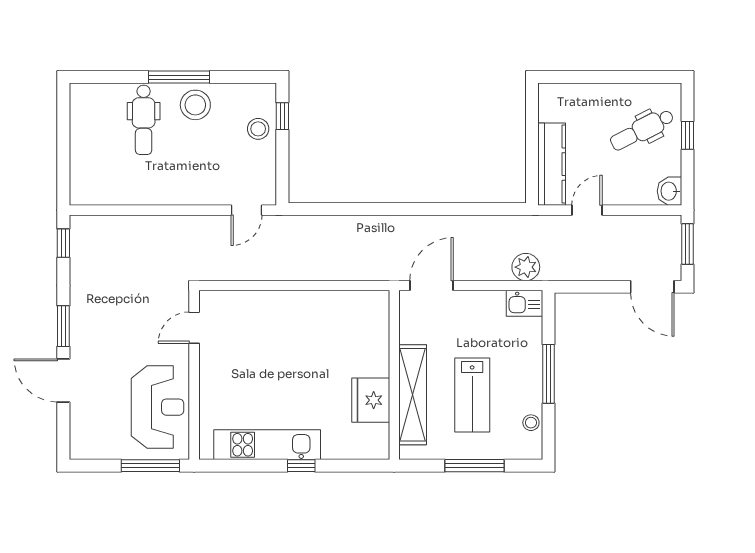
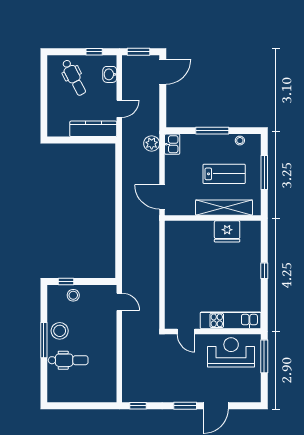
window: (687, 135) -> (94, 52), moved
washbasin: (669, 191) -> (110, 74), moved, turned 90
door: (587, 210) -> (119, 109), swing flipped
kitchen unit: (267, 445) -> (231, 320), moved, turned 90

